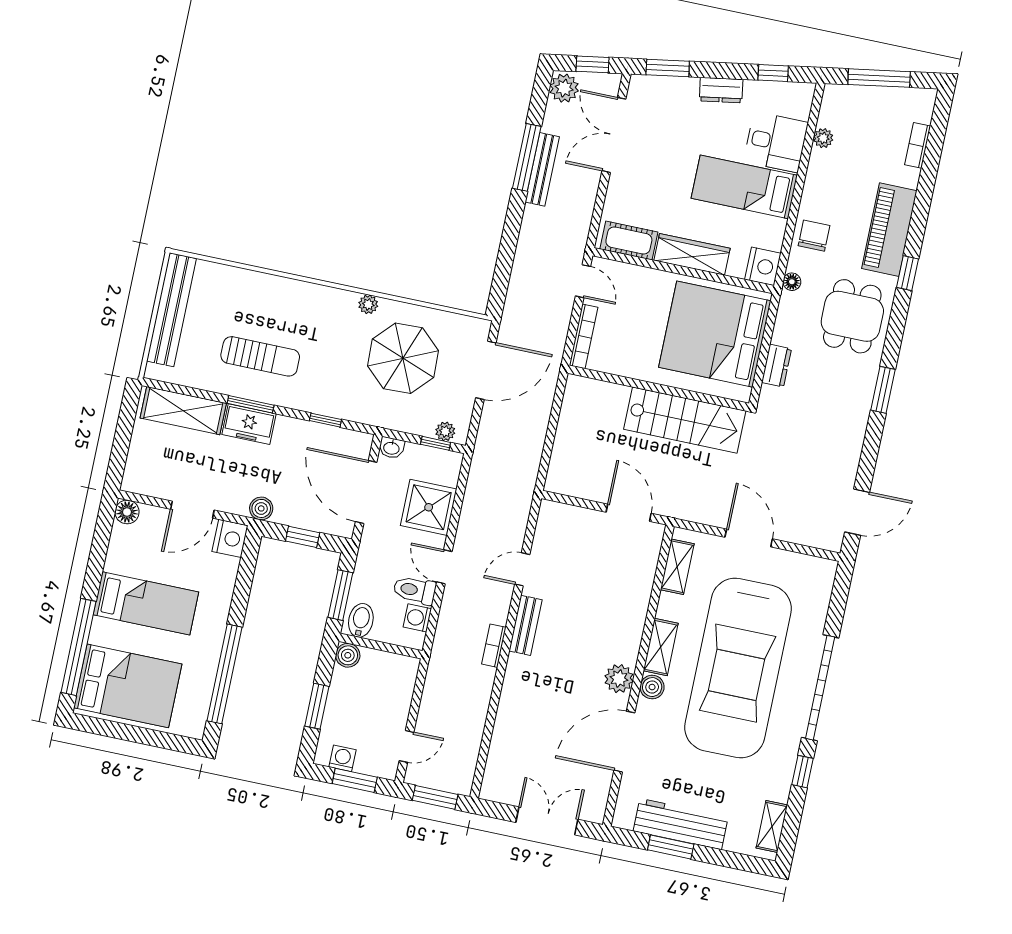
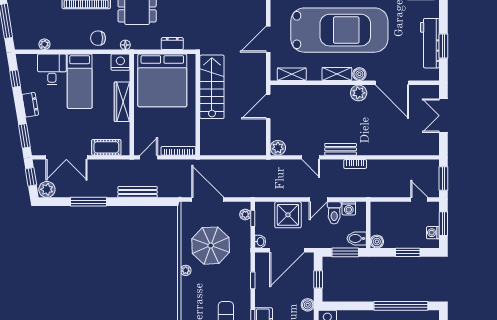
bench: (542, 169) -> (138, 192), moved
cot: (629, 241) -> (106, 147), moved, turned 90
plant: (552, 514) -> (278, 148), added

